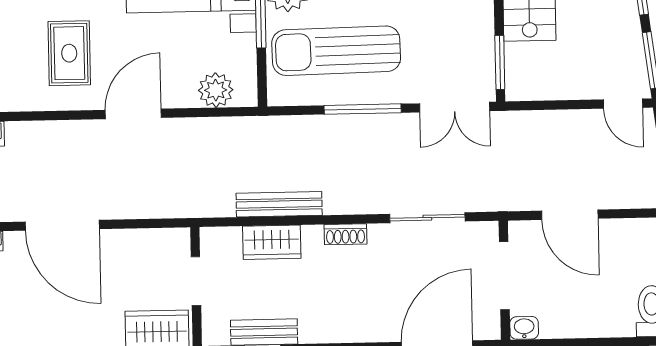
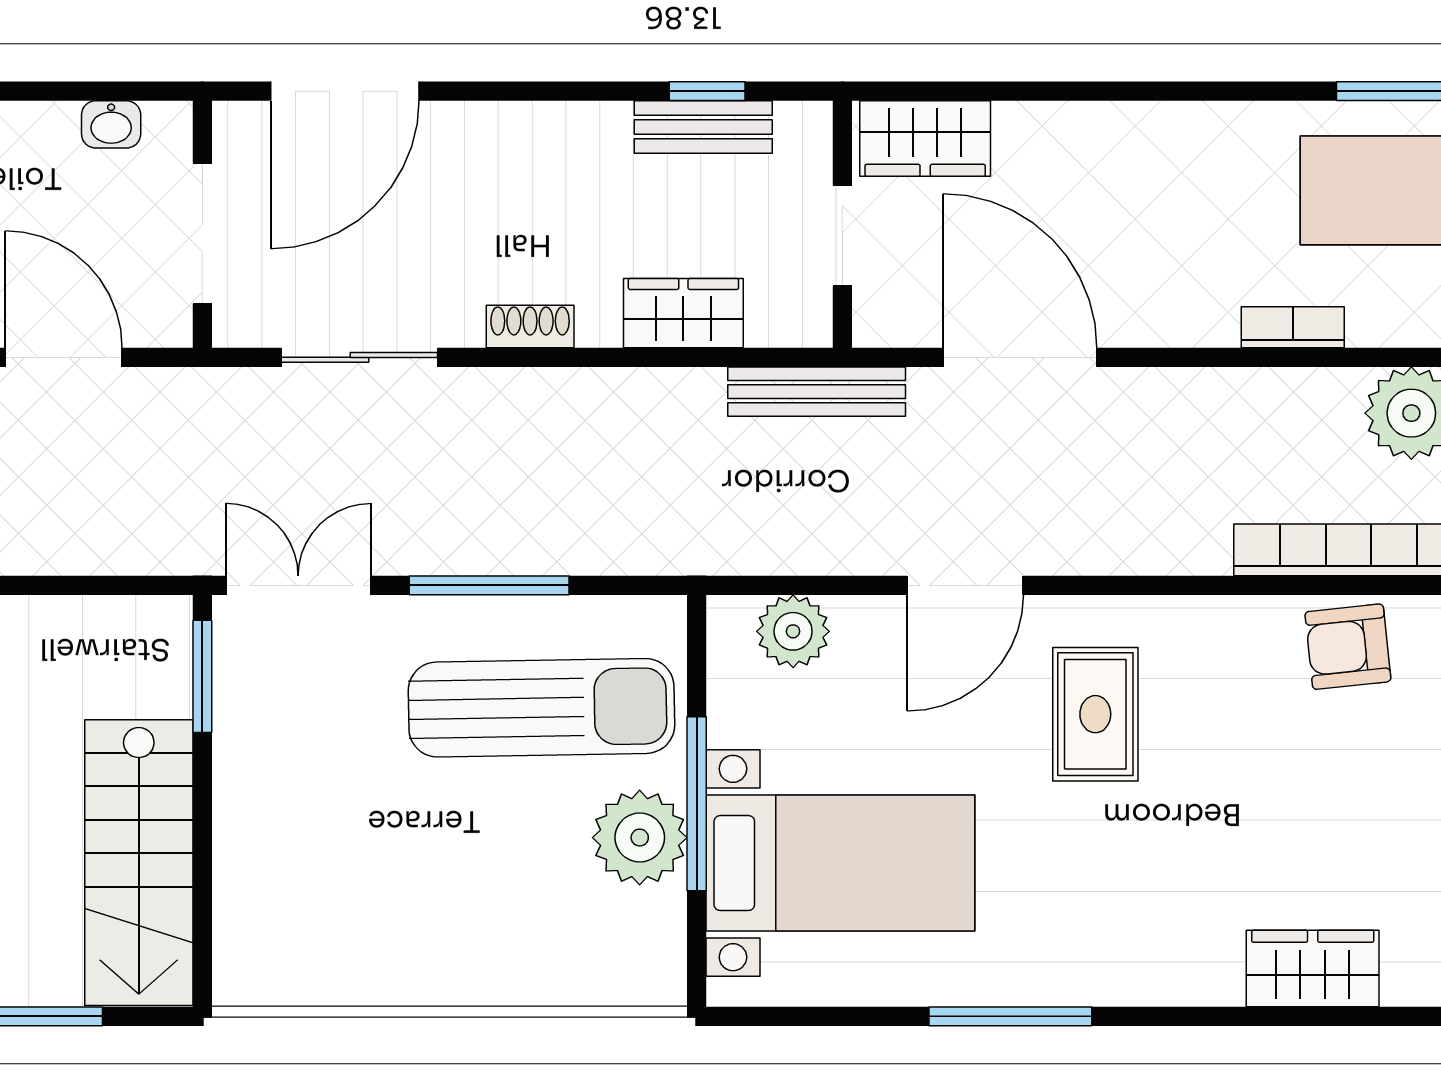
bench: (279, 204) -> (817, 392), moved
door: (62, 225) -> (1020, 357), moved
washbasin: (524, 328) -> (111, 124), moved

